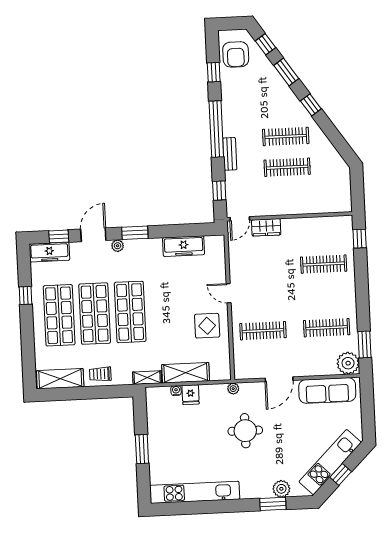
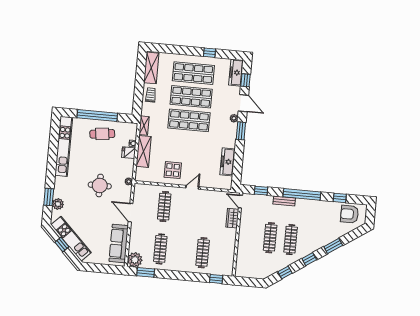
window: (265, 44) -> (285, 272), moved
cafe table: (168, 438) -> (102, 134), added
window: (142, 449) -> (97, 115), width x2.11

